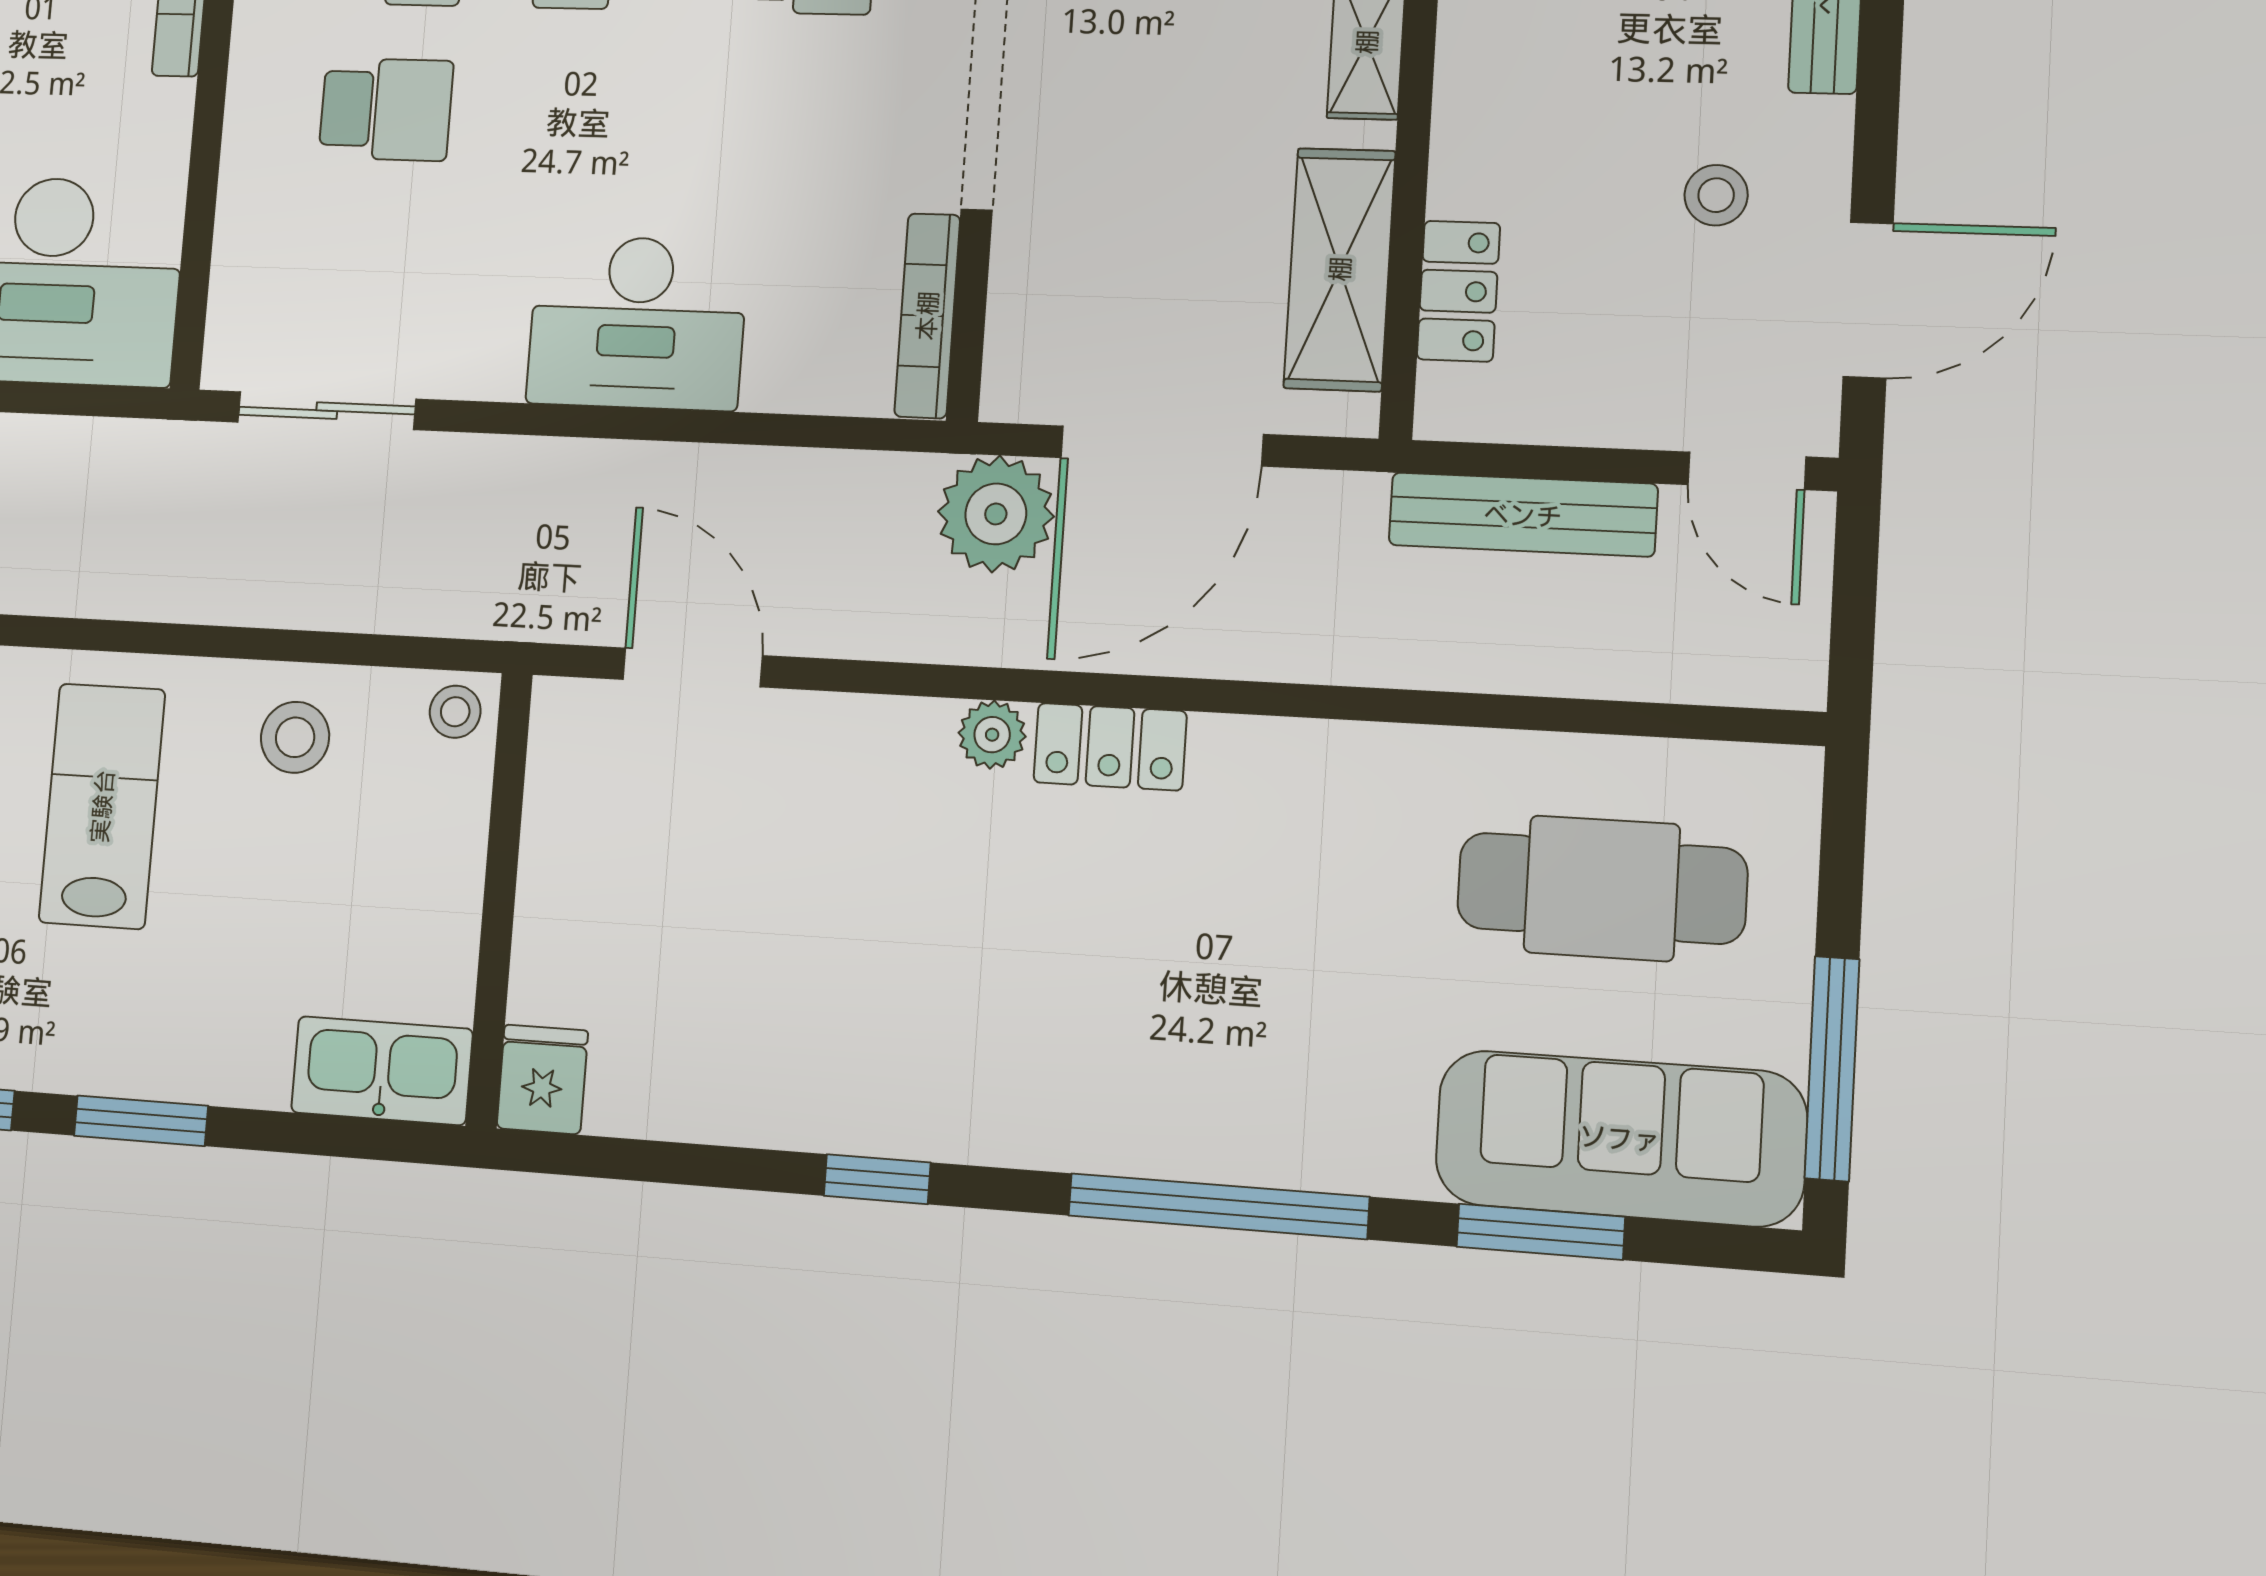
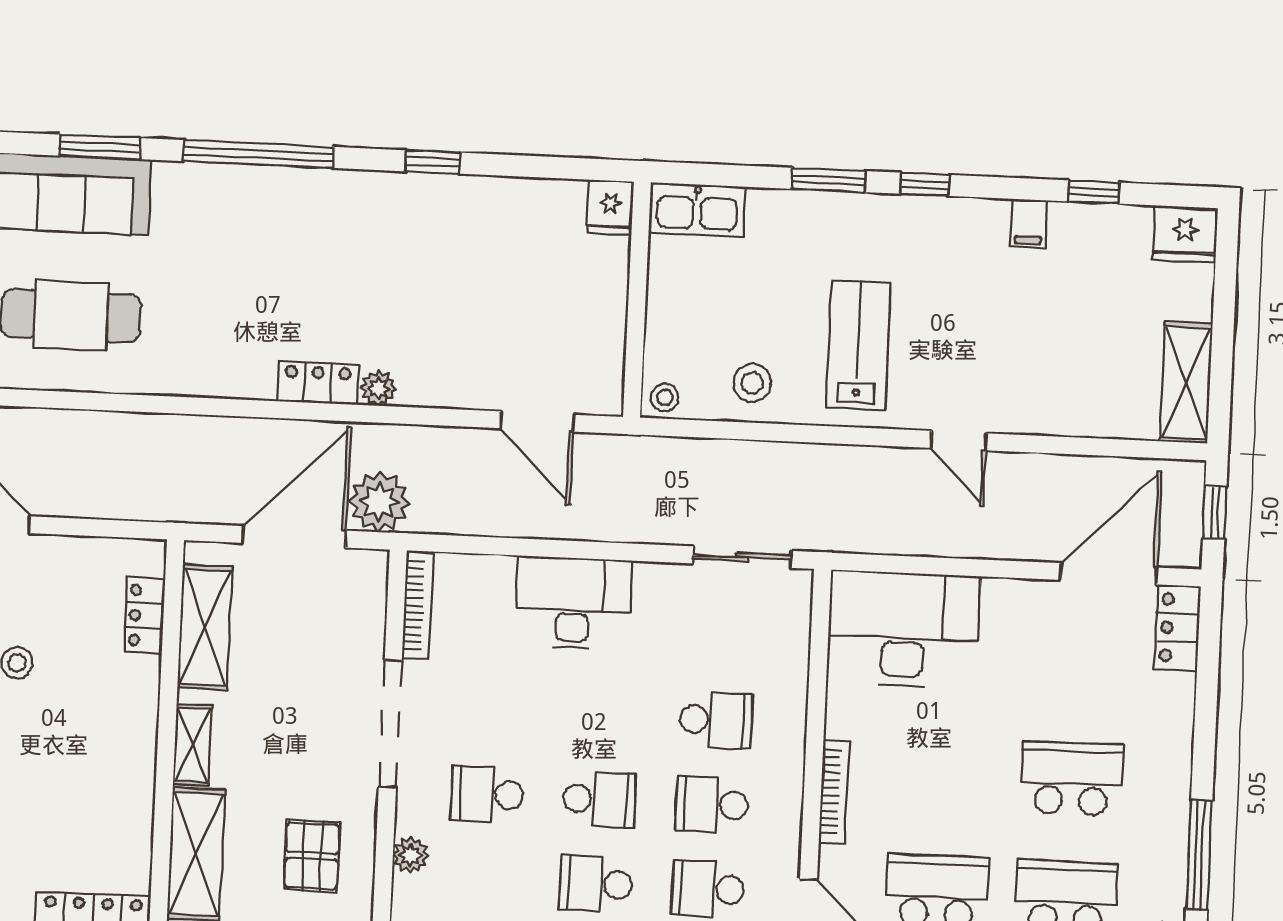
school desk: (386, 109) -> (716, 720), turned 180
bench: (1523, 515) -> (111, 502), removed
lab bench: (102, 806) -> (858, 345), turned 180

